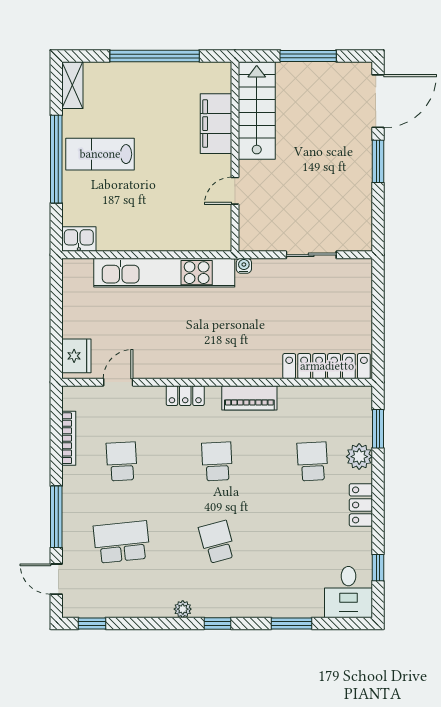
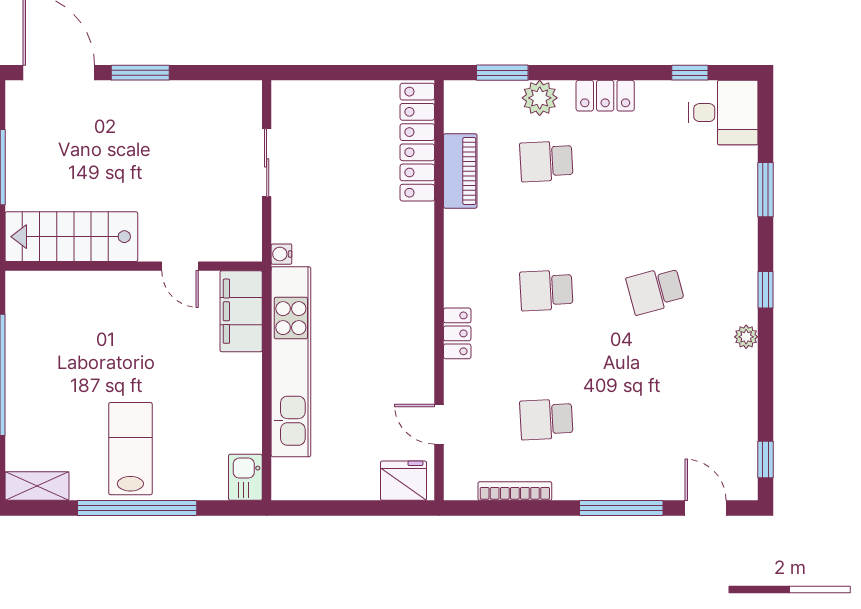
filing cabinet: (216, 124) -> (241, 311), moved, turned 90
lab bench: (100, 154) -> (130, 449), turned 180
piano: (249, 398) -> (460, 171), moved
school desk: (122, 542) -> (655, 419), removed
door: (56, 579) -> (706, 508), swing flipped

